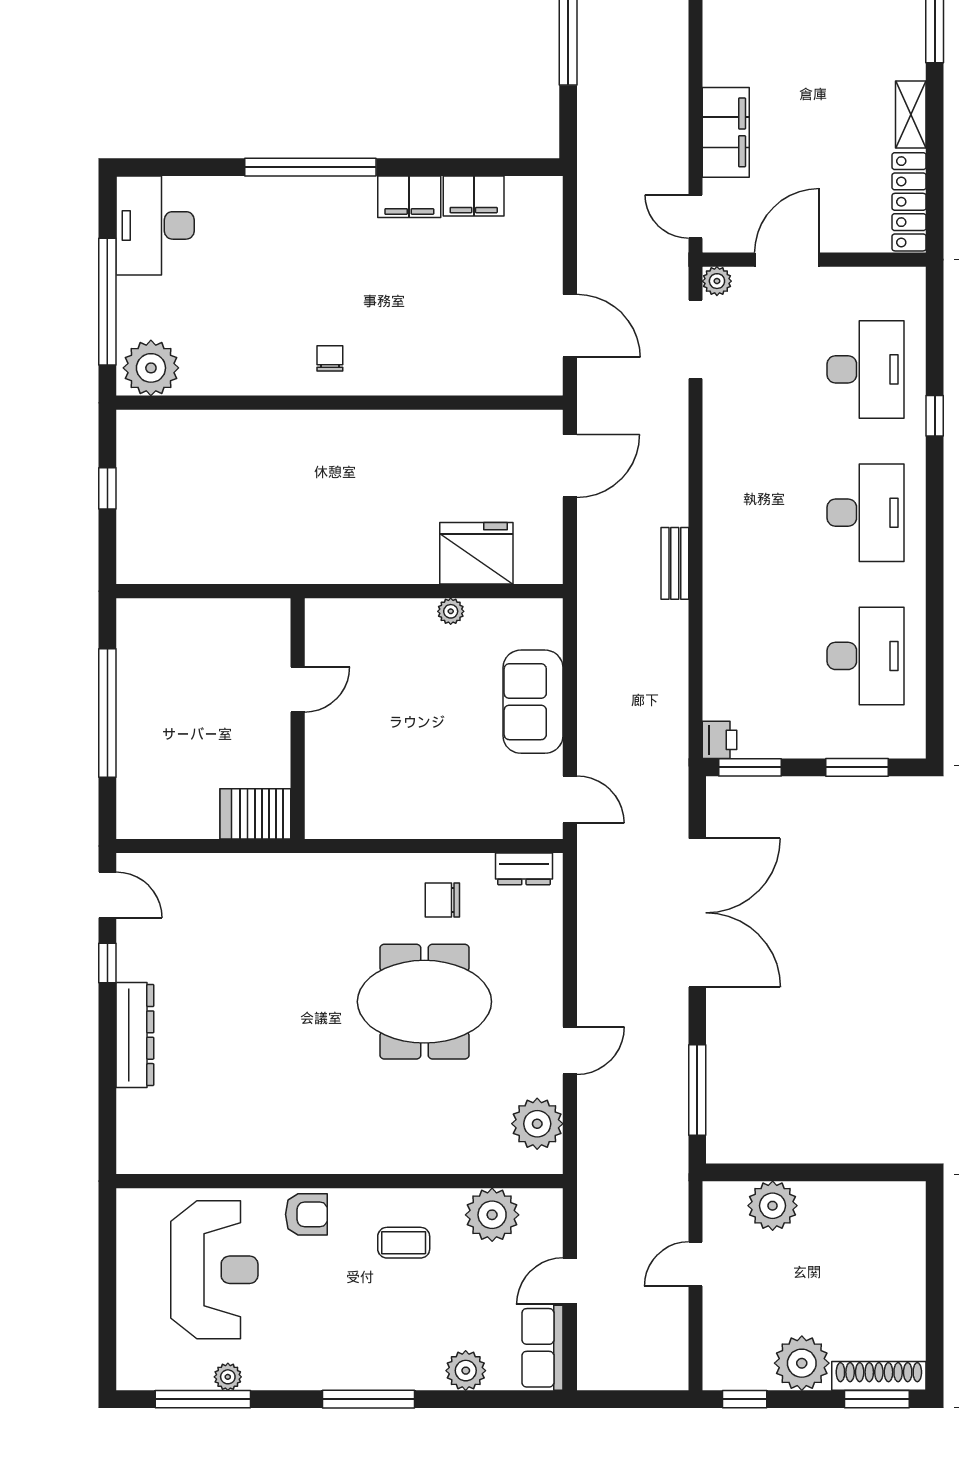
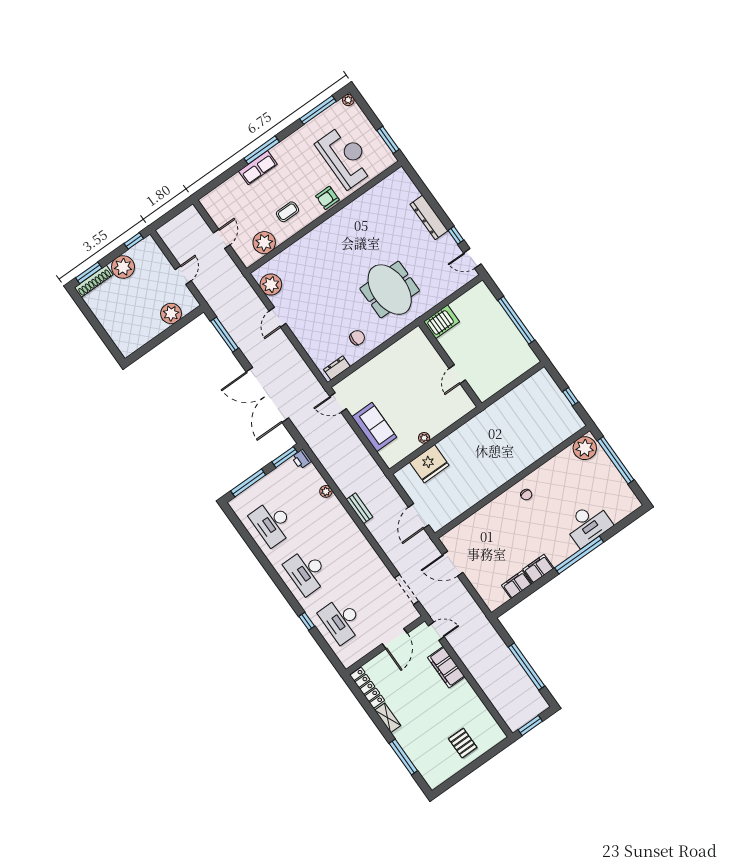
desk: (155, 225) -> (588, 524), moved, turned 90
plant: (717, 281) -> (326, 491), moved
window: (857, 767) -> (248, 483), width x1.44
meeting table: (424, 1002) -> (390, 290), moved, turned 90
window: (107, 1244) -> (388, 140), added
reception desk: (214, 1270) -> (345, 157), turned 180
row of seats: (542, 1348) -> (258, 168), moved, turned 90
plant: (466, 1371) -> (235, 183), removed
plant: (228, 1377) -> (348, 100), moved

